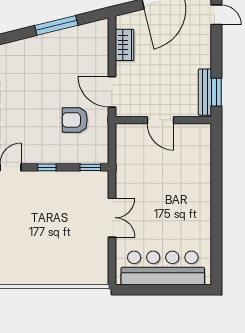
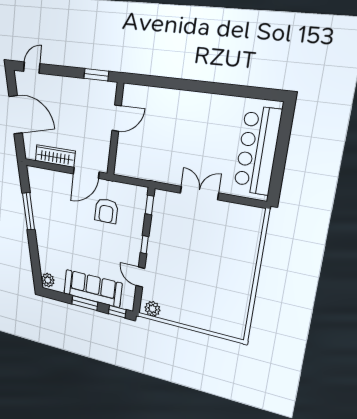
wardrobe: (124, 45) -> (55, 156), width x1.50
bench: (205, 92) -> (95, 86), removed
door: (160, 120) -> (117, 118), moved

